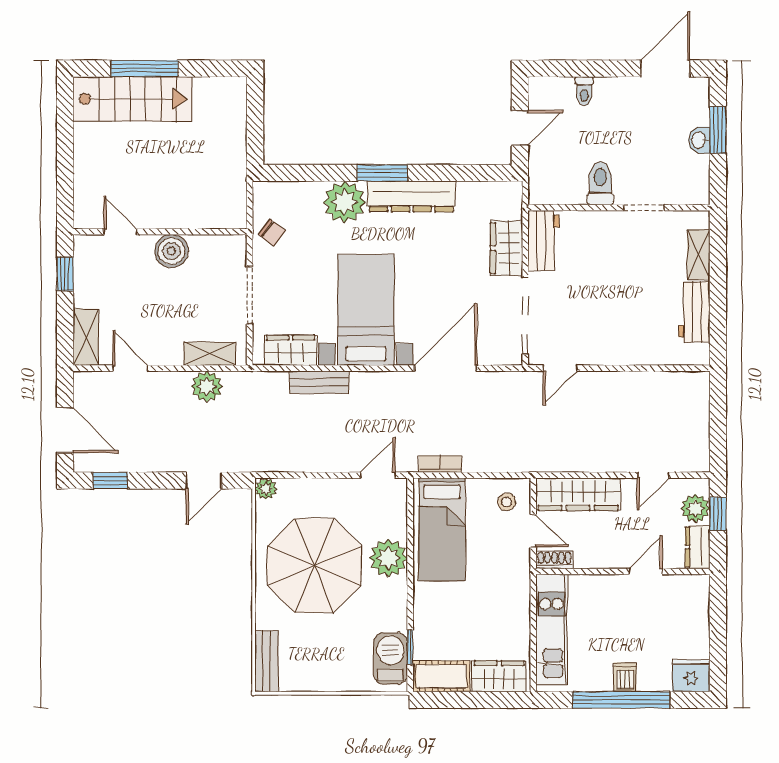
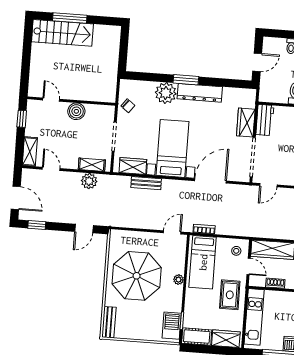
plant: (266, 489) -> (115, 235), removed
plant: (388, 558) -> (179, 280), width x0.53, depth x0.53
shoe rack: (554, 560) -> (275, 283), moved
rug: (500, 589) -> (230, 295), added

